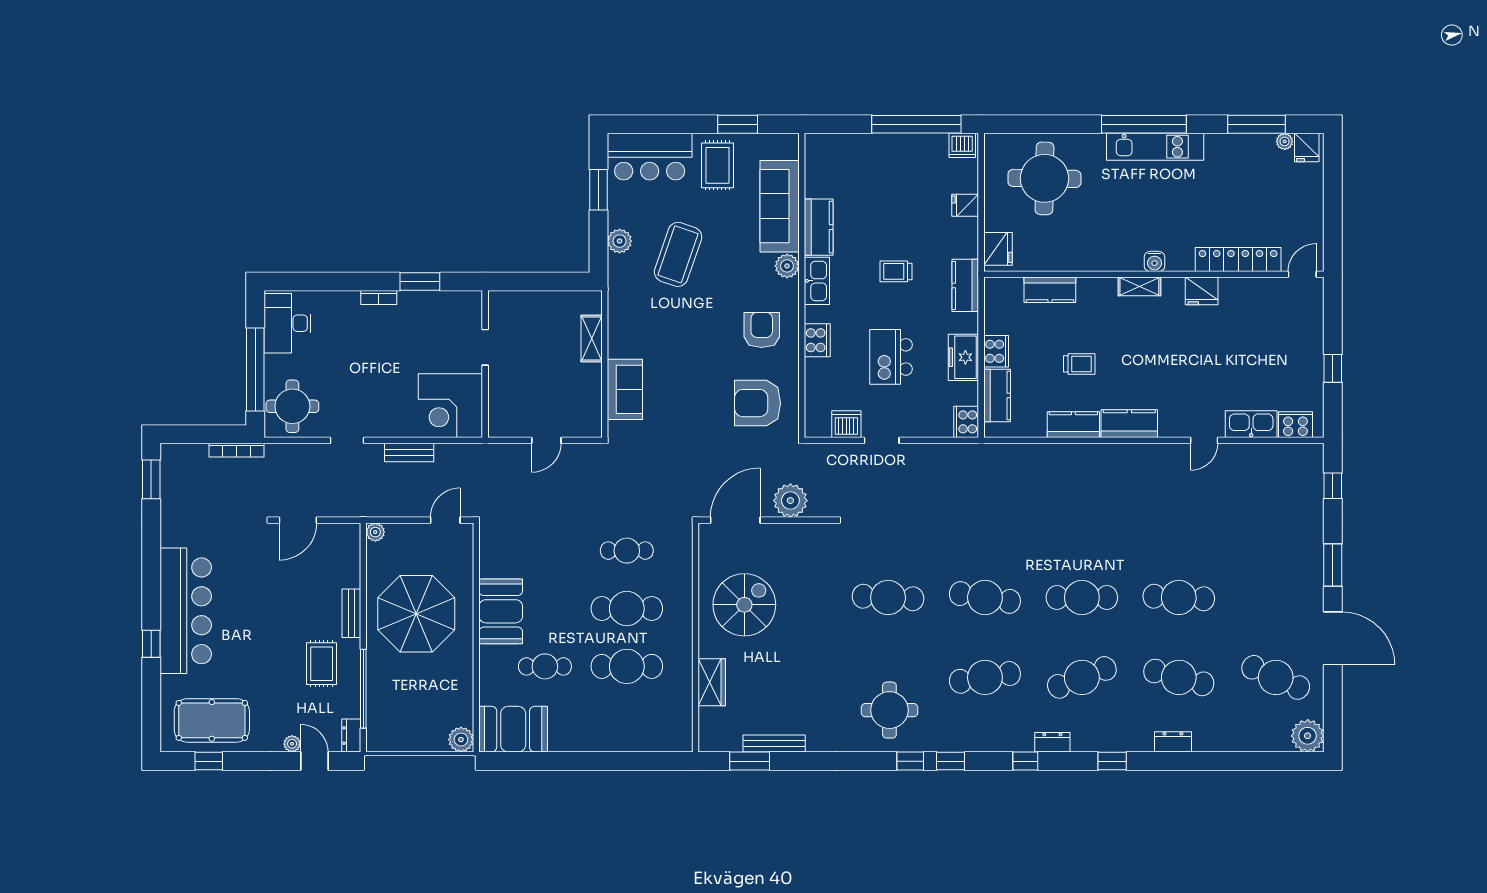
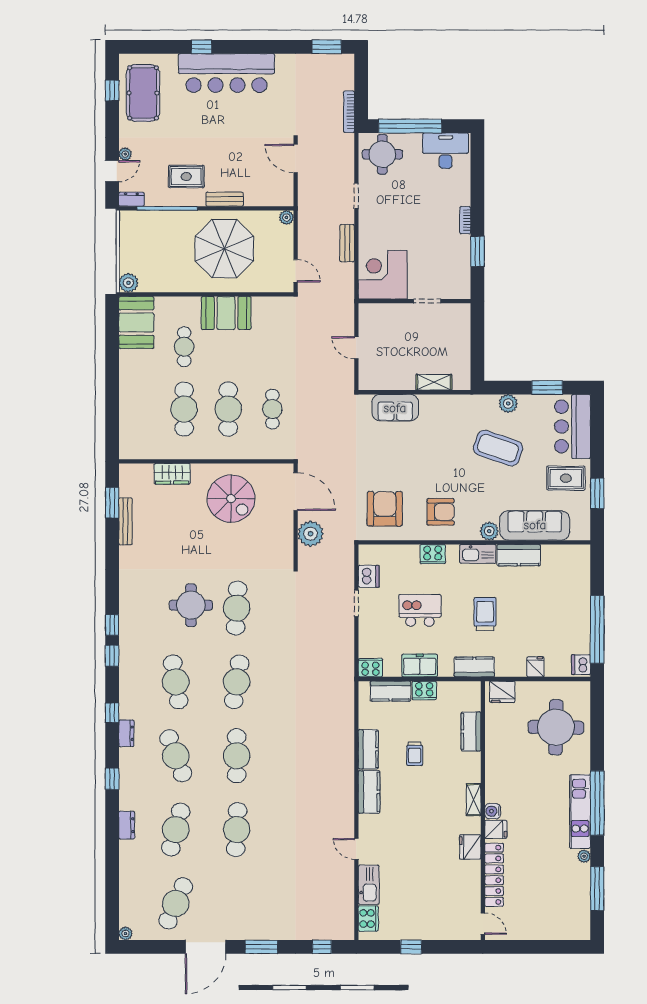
plant: (1285, 141) -> (584, 856), moved
fridge: (1307, 147) -> (496, 829), moved, turned 180
trolley: (896, 271) -> (485, 614), width x1.36, depth x1.39
round table: (889, 710) -> (191, 605), moved
plant: (1308, 736) -> (125, 933), width x0.53, depth x0.53

